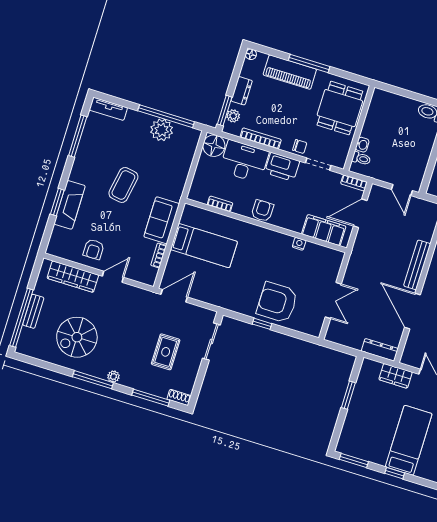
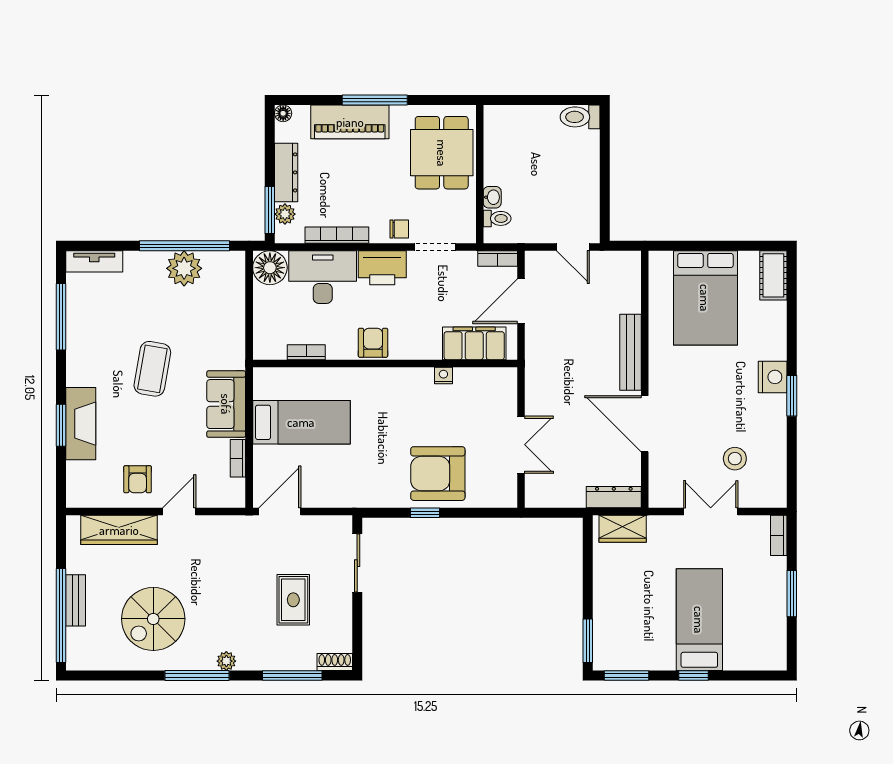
dresser: (242, 91) -> (286, 172), width x1.44
wardrobe: (396, 376) -> (623, 529), moved
window: (348, 395) -> (588, 641), moved

